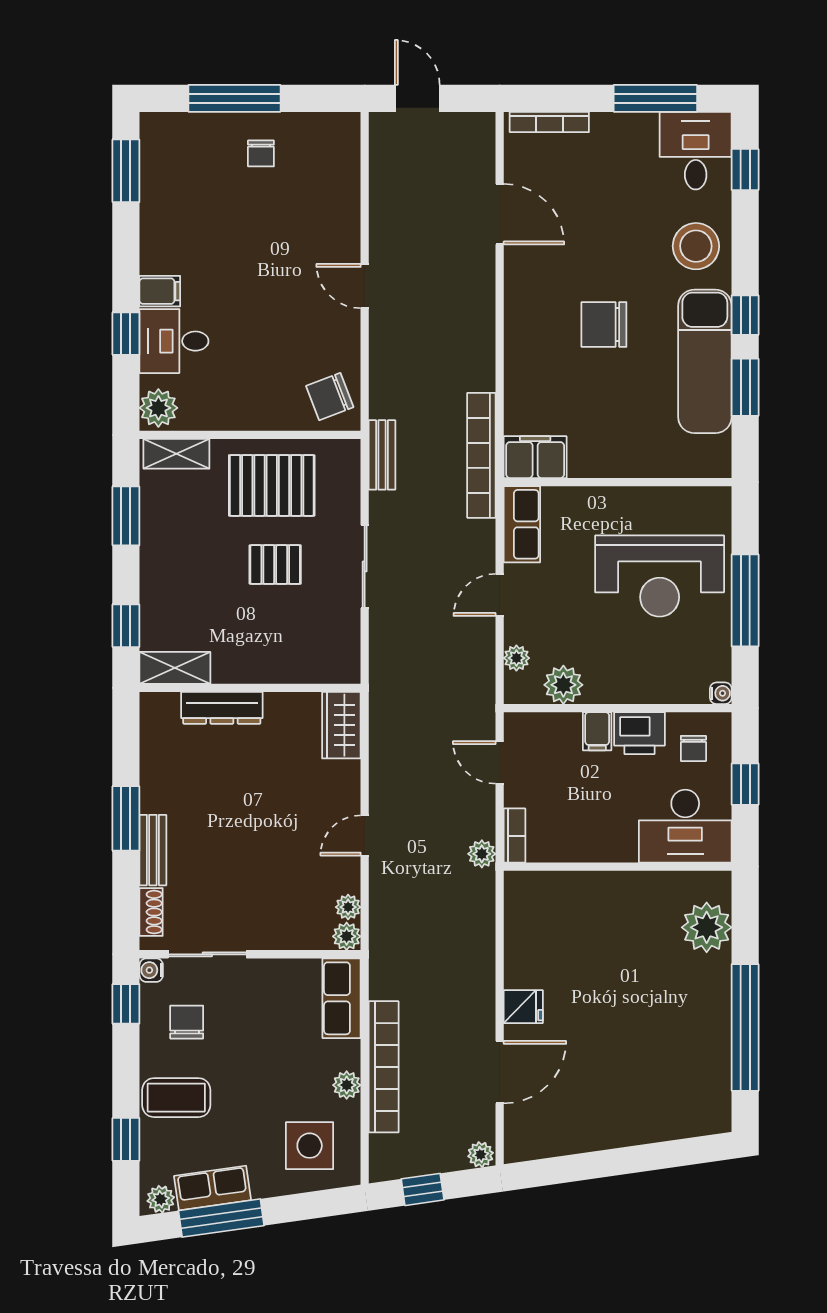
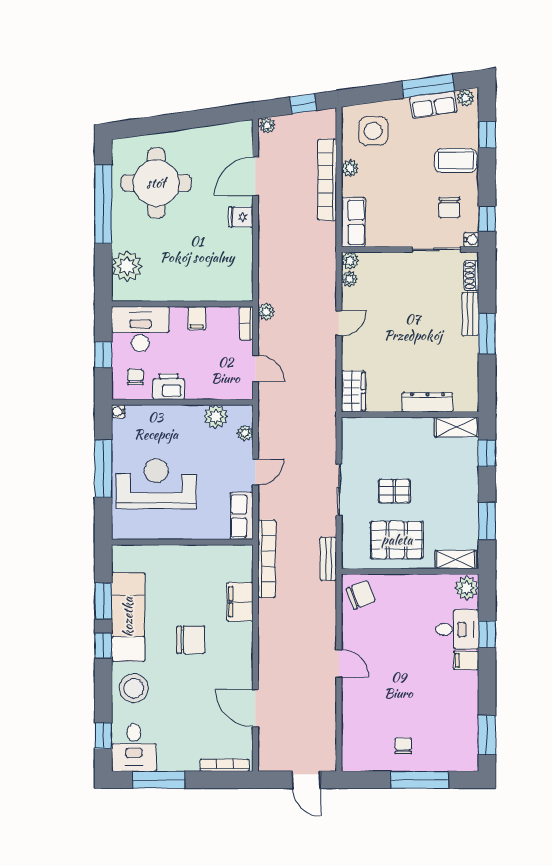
filing cabinet: (535, 457) -> (240, 602), moved, turned 90
filing cabinet: (597, 731) -> (197, 318), moved, turned 180
round table: (660, 1062) -> (156, 183), added

